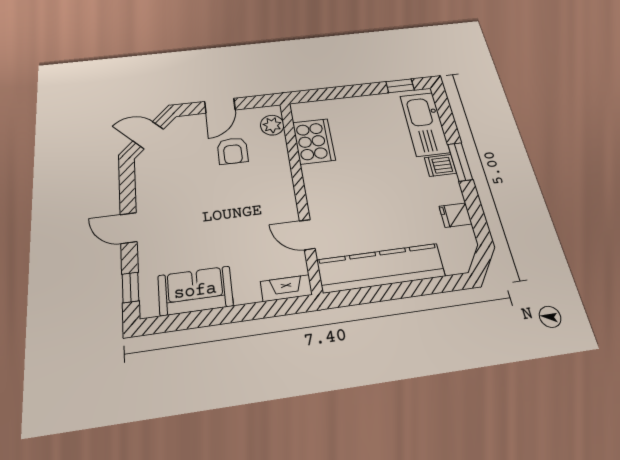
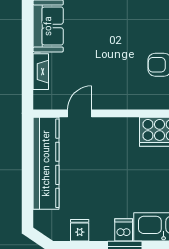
fireplace: (286, 288) -> (41, 72), moved

